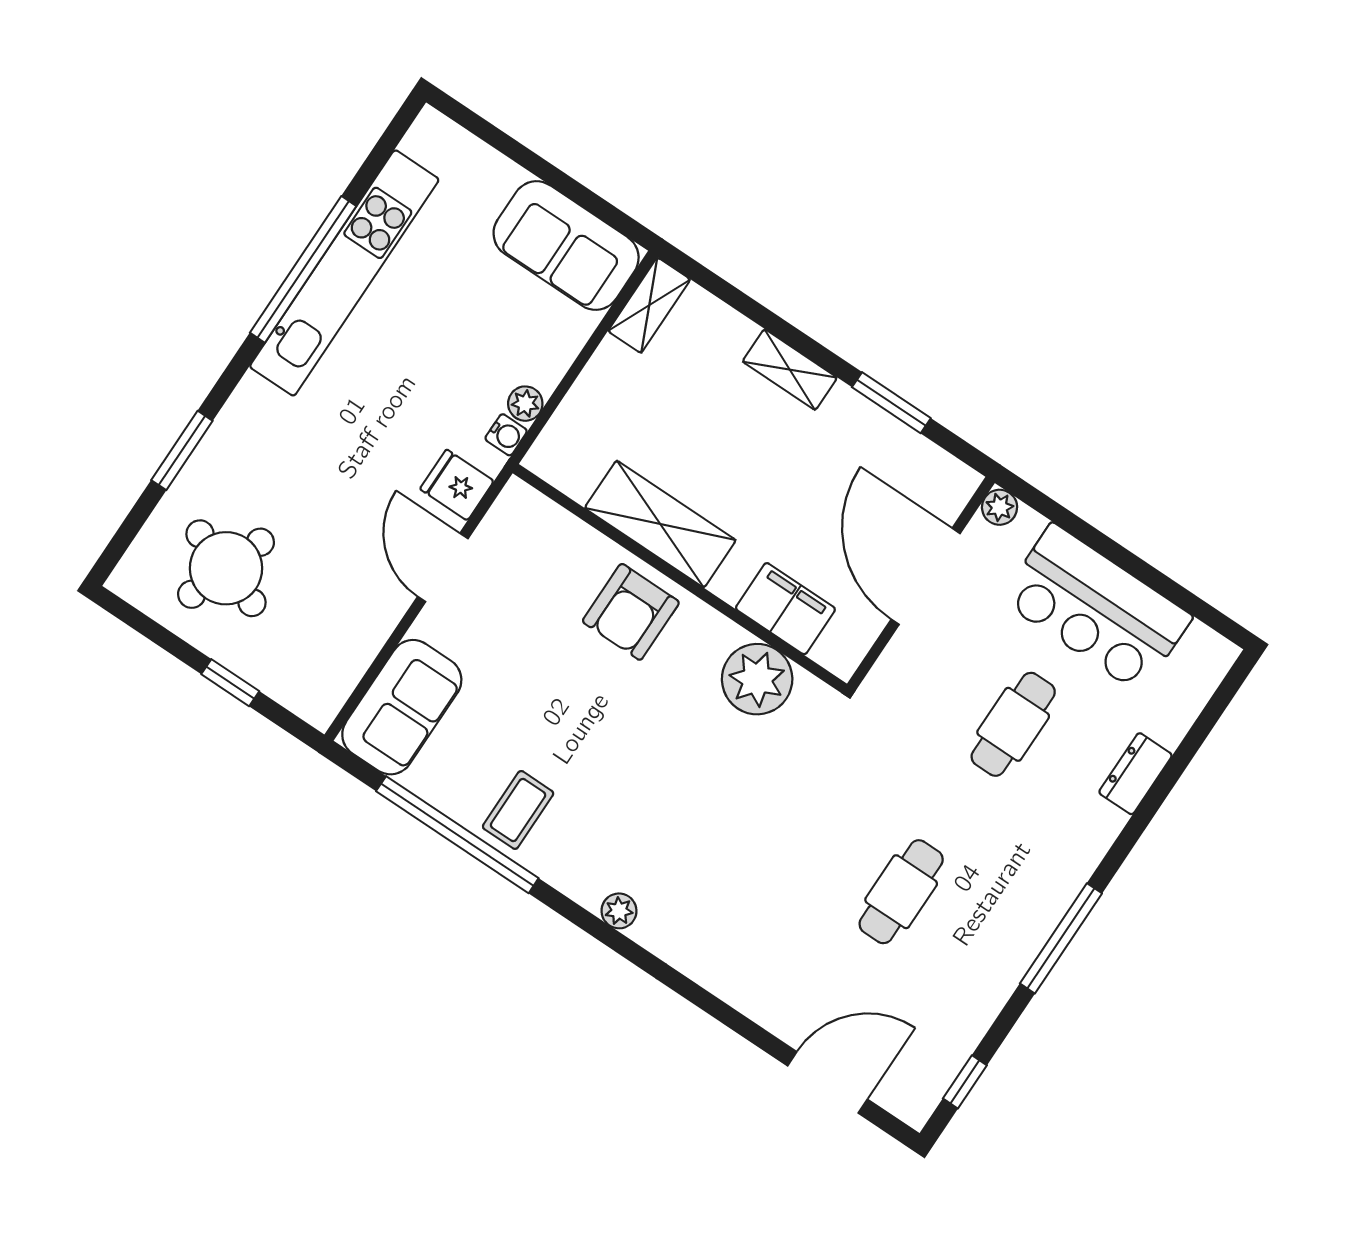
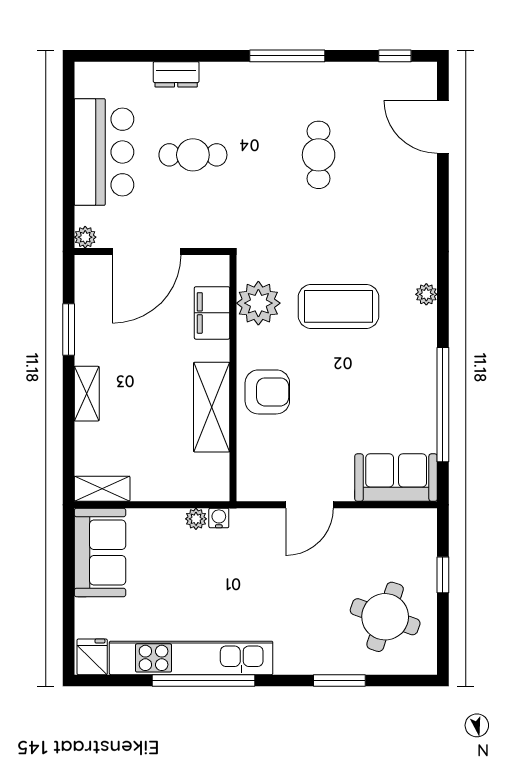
fridge: (457, 485) -> (92, 657), moved, turned 180
coffee table: (518, 810) -> (339, 306), moved, width x1.86, depth x1.72
cafe table: (901, 892) -> (319, 155), turned 90

